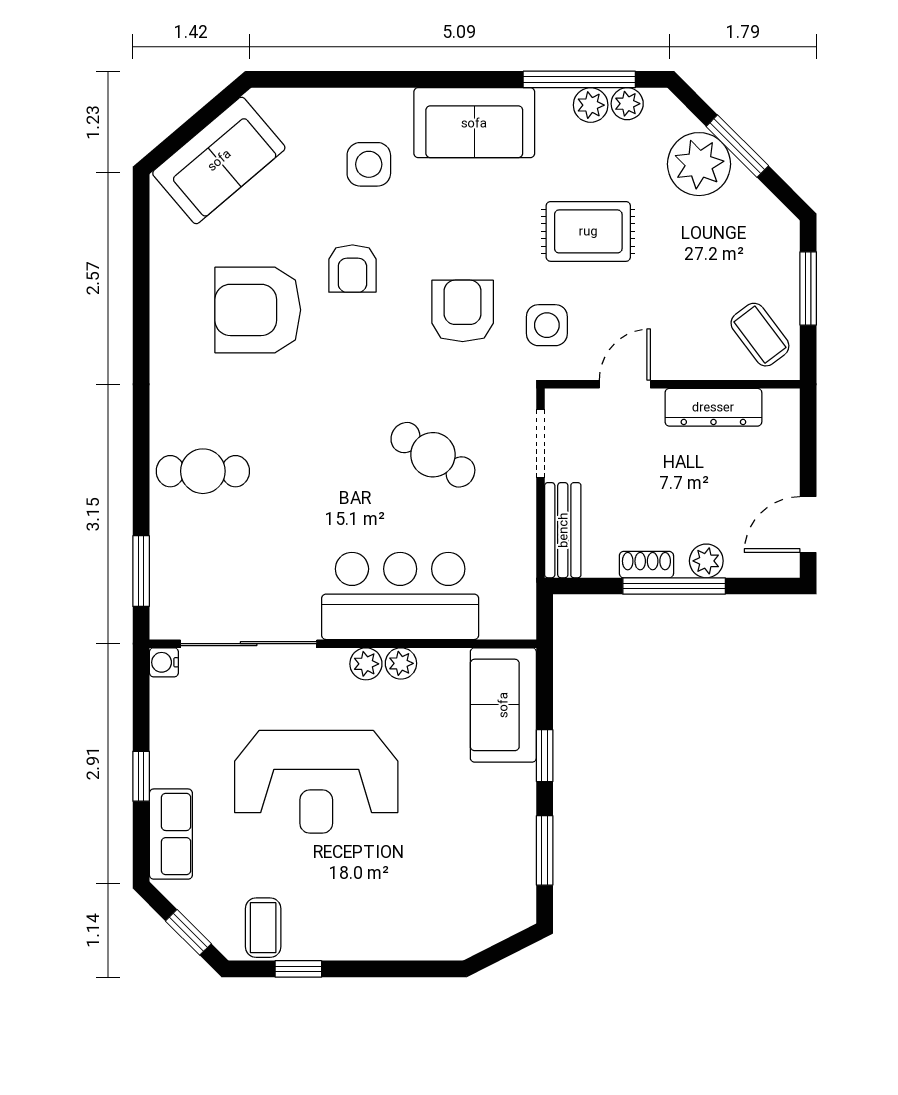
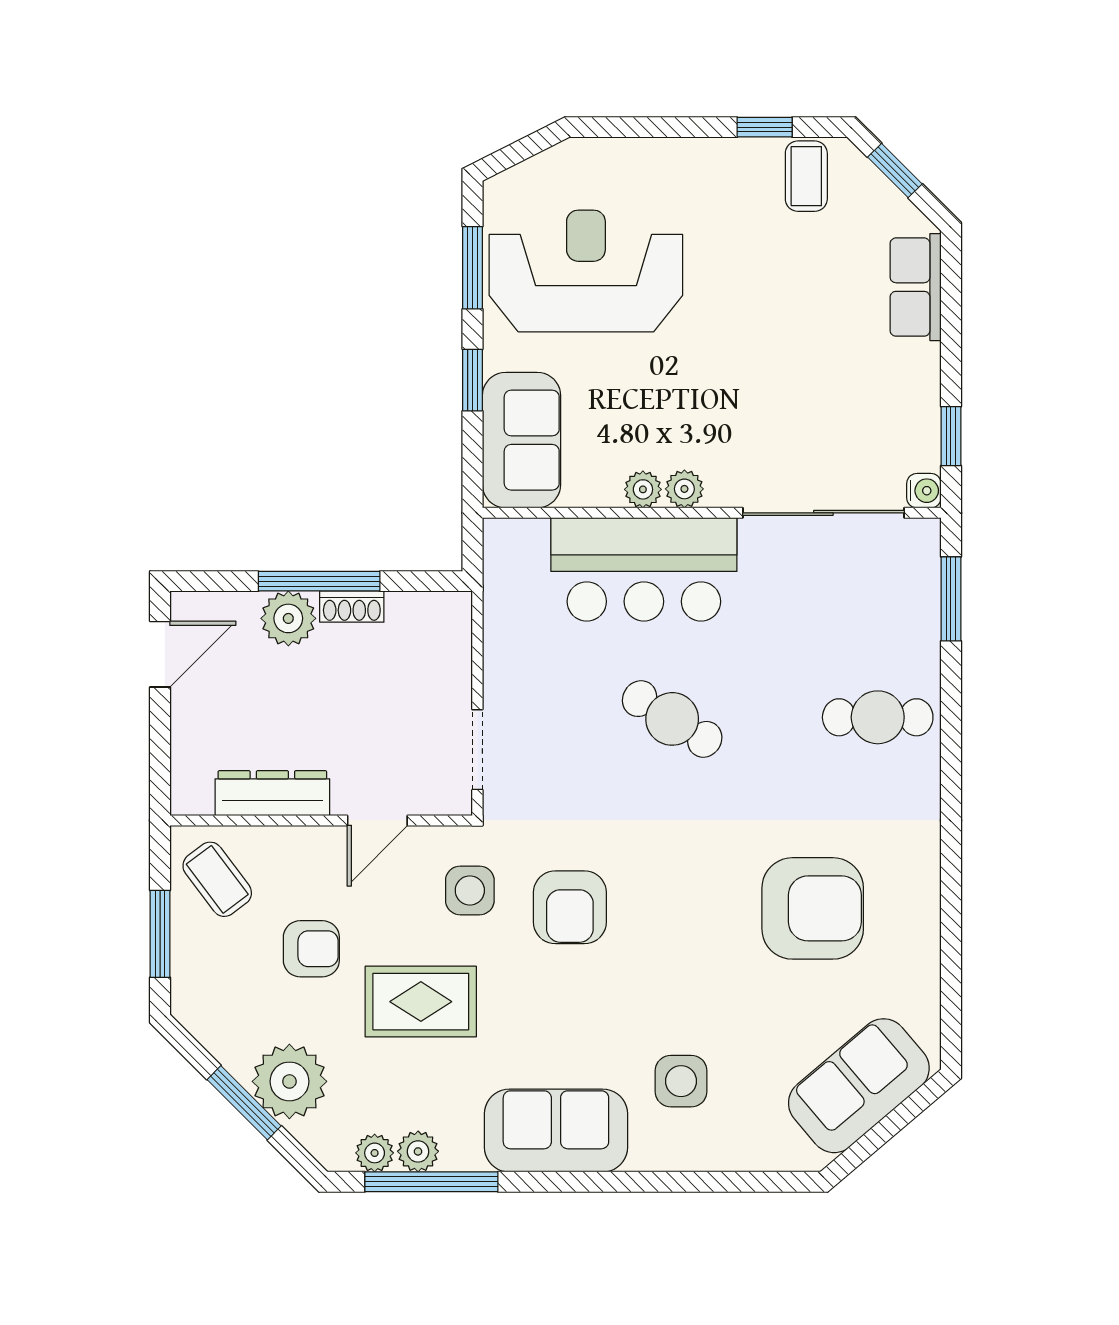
armchair: (352, 269) -> (311, 949), moved, turned 90
cafe table: (433, 455) -> (672, 719), moved
bench: (563, 530) -> (451, 647), removed
plant: (706, 561) -> (288, 618), width x1.38, depth x1.38
window: (141, 776) -> (951, 436), moved
reception desk: (316, 782) -> (586, 271), moved

